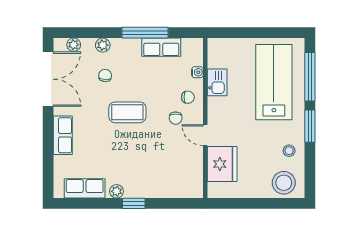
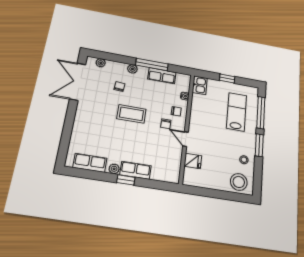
window: (256, 33) -> (227, 78), added
plant: (103, 45) -> (132, 69), moved
double door: (48, 79) -> (78, 82), swing flipped
kitchen sink: (217, 82) -> (200, 85), moved
lab bench: (274, 82) -> (236, 112), width x0.73, depth x0.72
row of seats: (63, 135) -> (135, 170), moved, turned -90
fridge: (222, 164) -> (193, 161), width x0.53, depth x0.75

